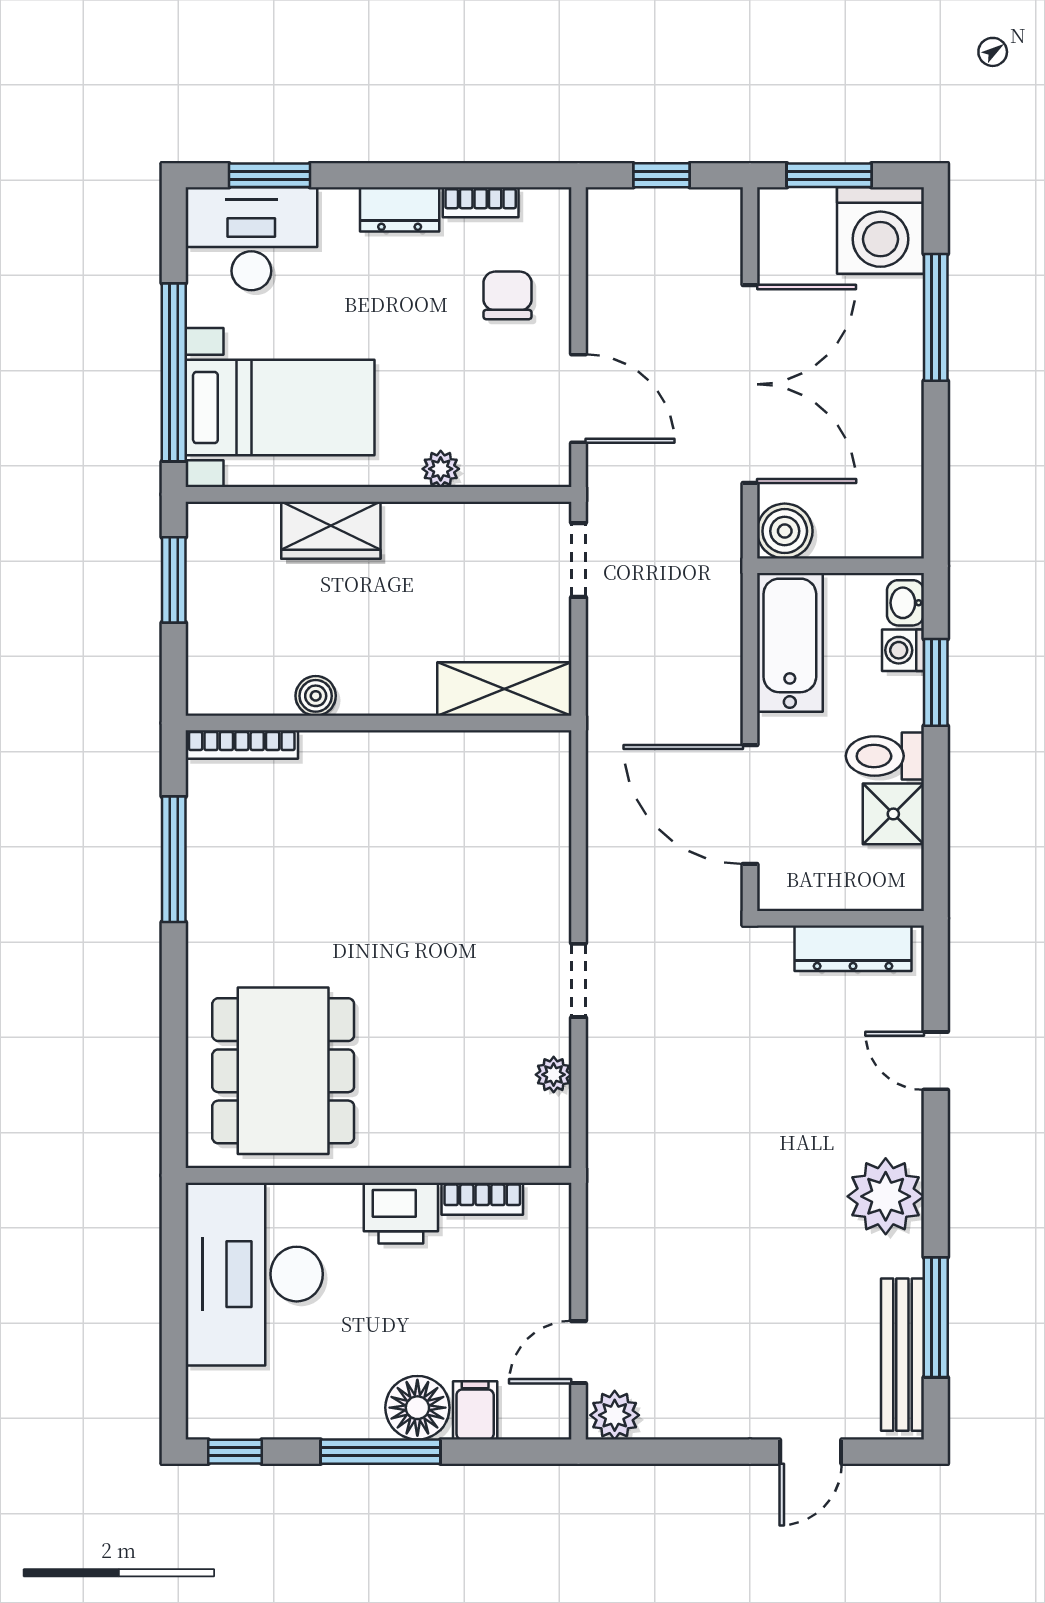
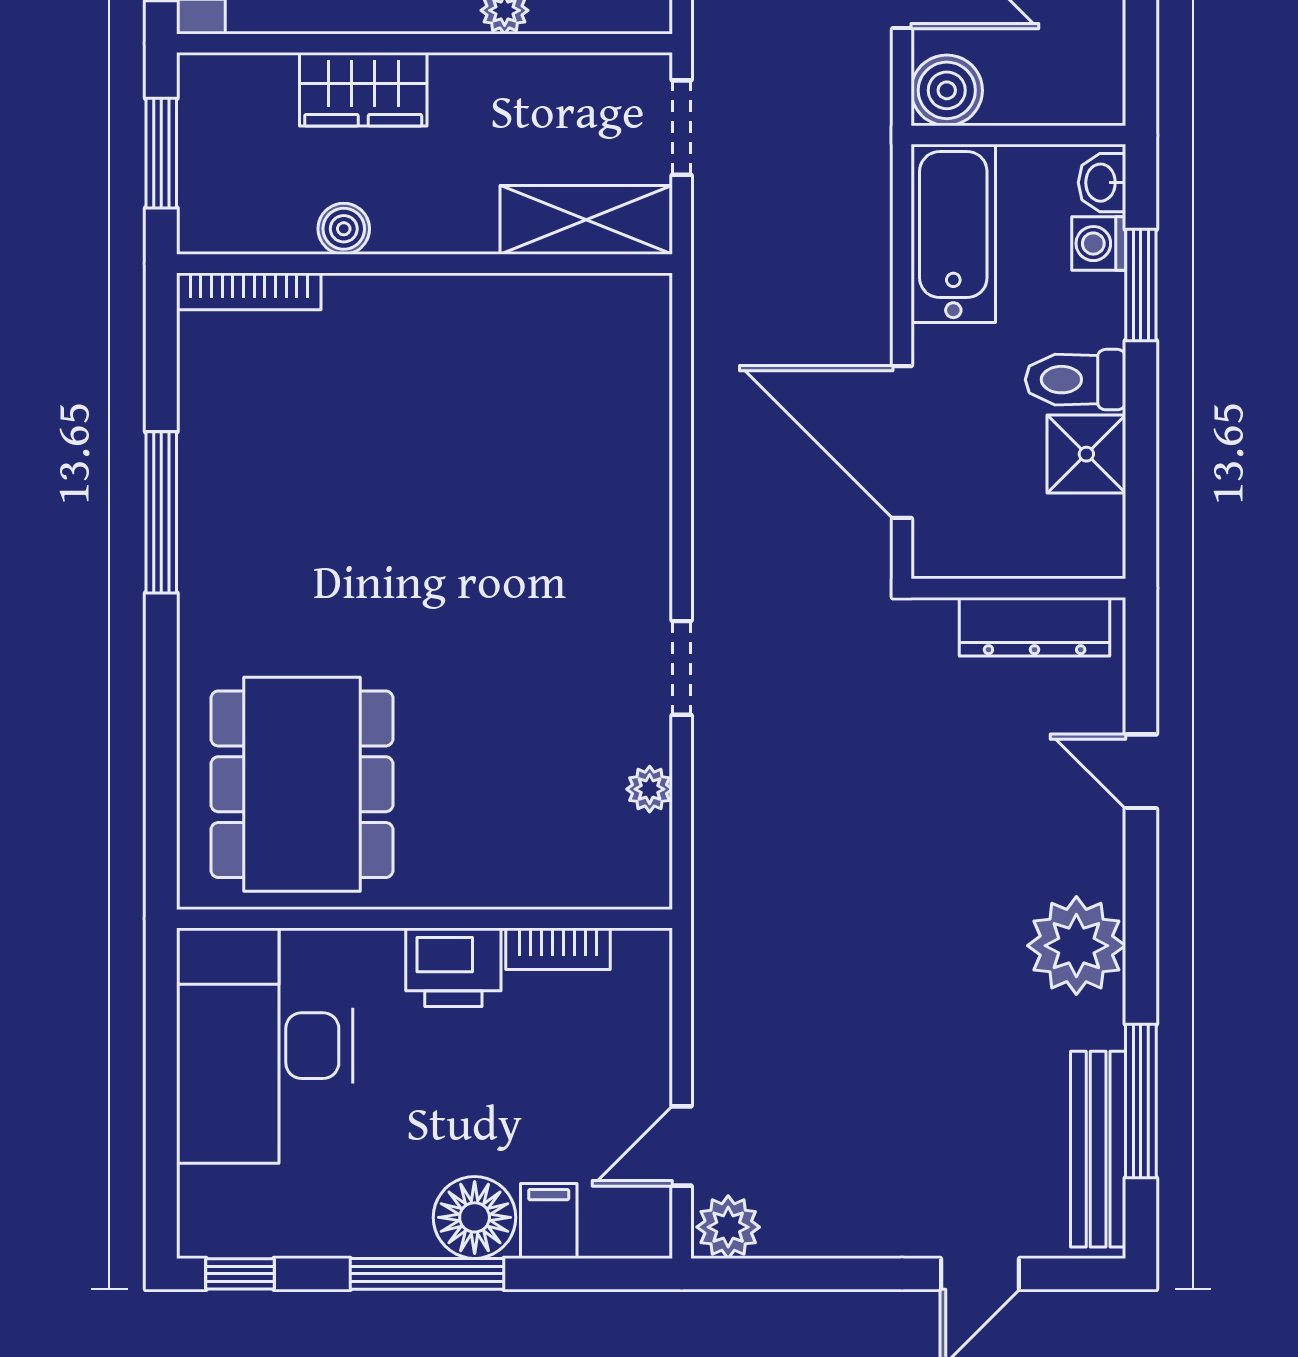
shelving: (504, 689) -> (586, 220), moved
boiler: (316, 696) -> (344, 229), moved
wall: (378, 723) -> (425, 264), moved
bookcase: (242, 744) -> (249, 291), moved

